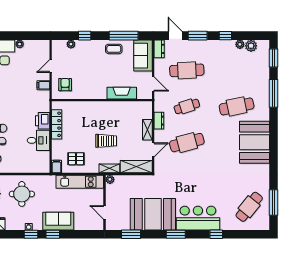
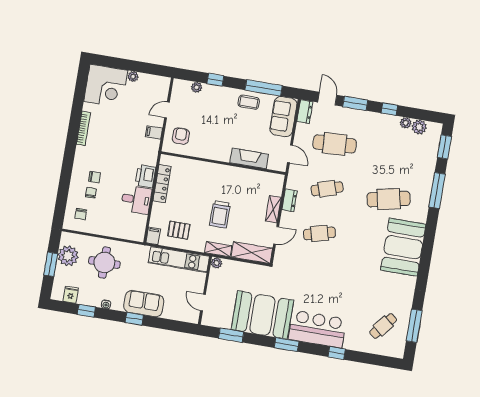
trolley: (106, 141) -> (220, 214), turned 90
cafe table: (187, 143) -> (319, 233), width x0.73, depth x0.74
cafe table: (249, 207) -> (383, 326), width x0.73, depth x0.74
window: (31, 234) -> (86, 311), moved

